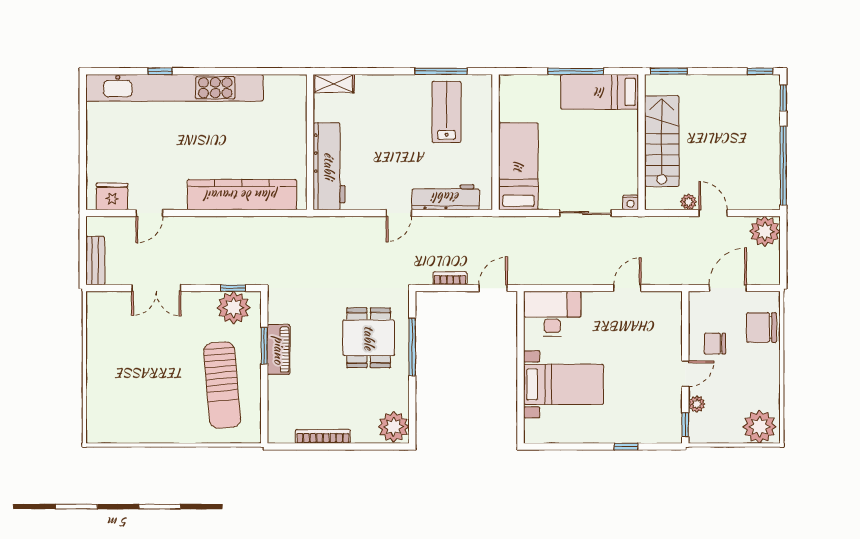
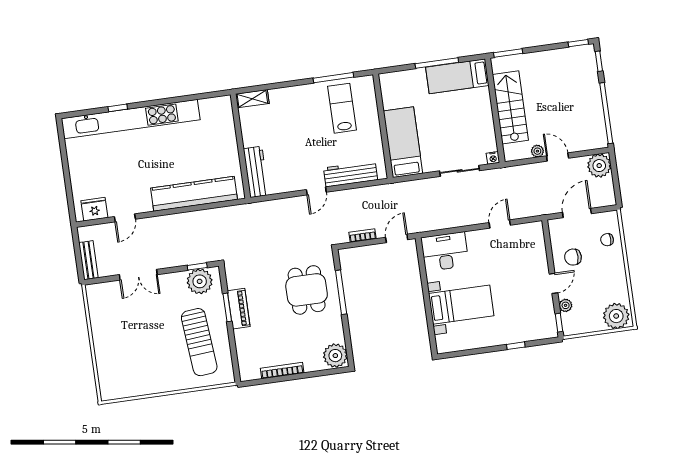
workbench: (329, 166) -> (256, 172), width x0.73, depth x0.76
chair: (762, 327) -> (607, 240), width x0.54, depth x0.54

